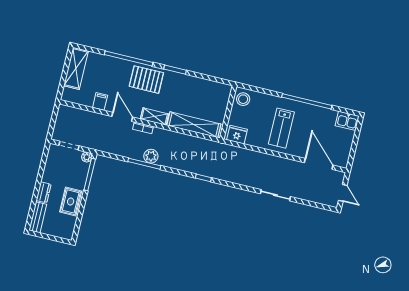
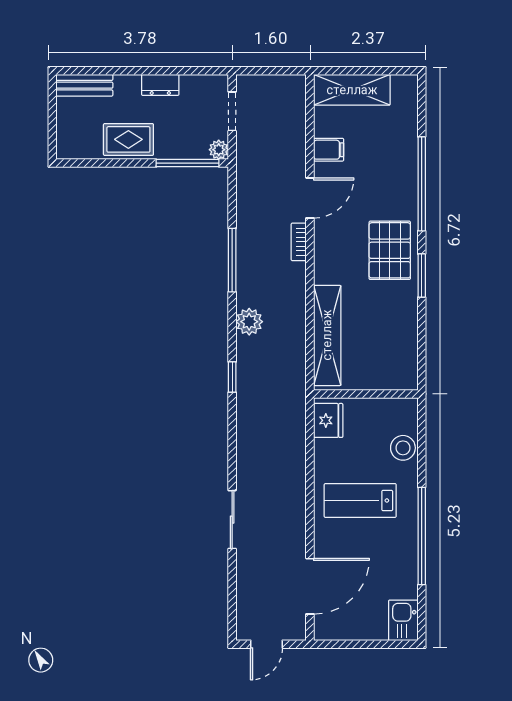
shelving: (76, 68) -> (352, 90), moved
pallet: (146, 80) -> (390, 250), moved
stool: (243, 99) -> (403, 448), moved
shelving: (154, 117) -> (325, 258), removed
plant: (151, 156) -> (249, 322), moved
dresser: (44, 192) -> (160, 85), moved

